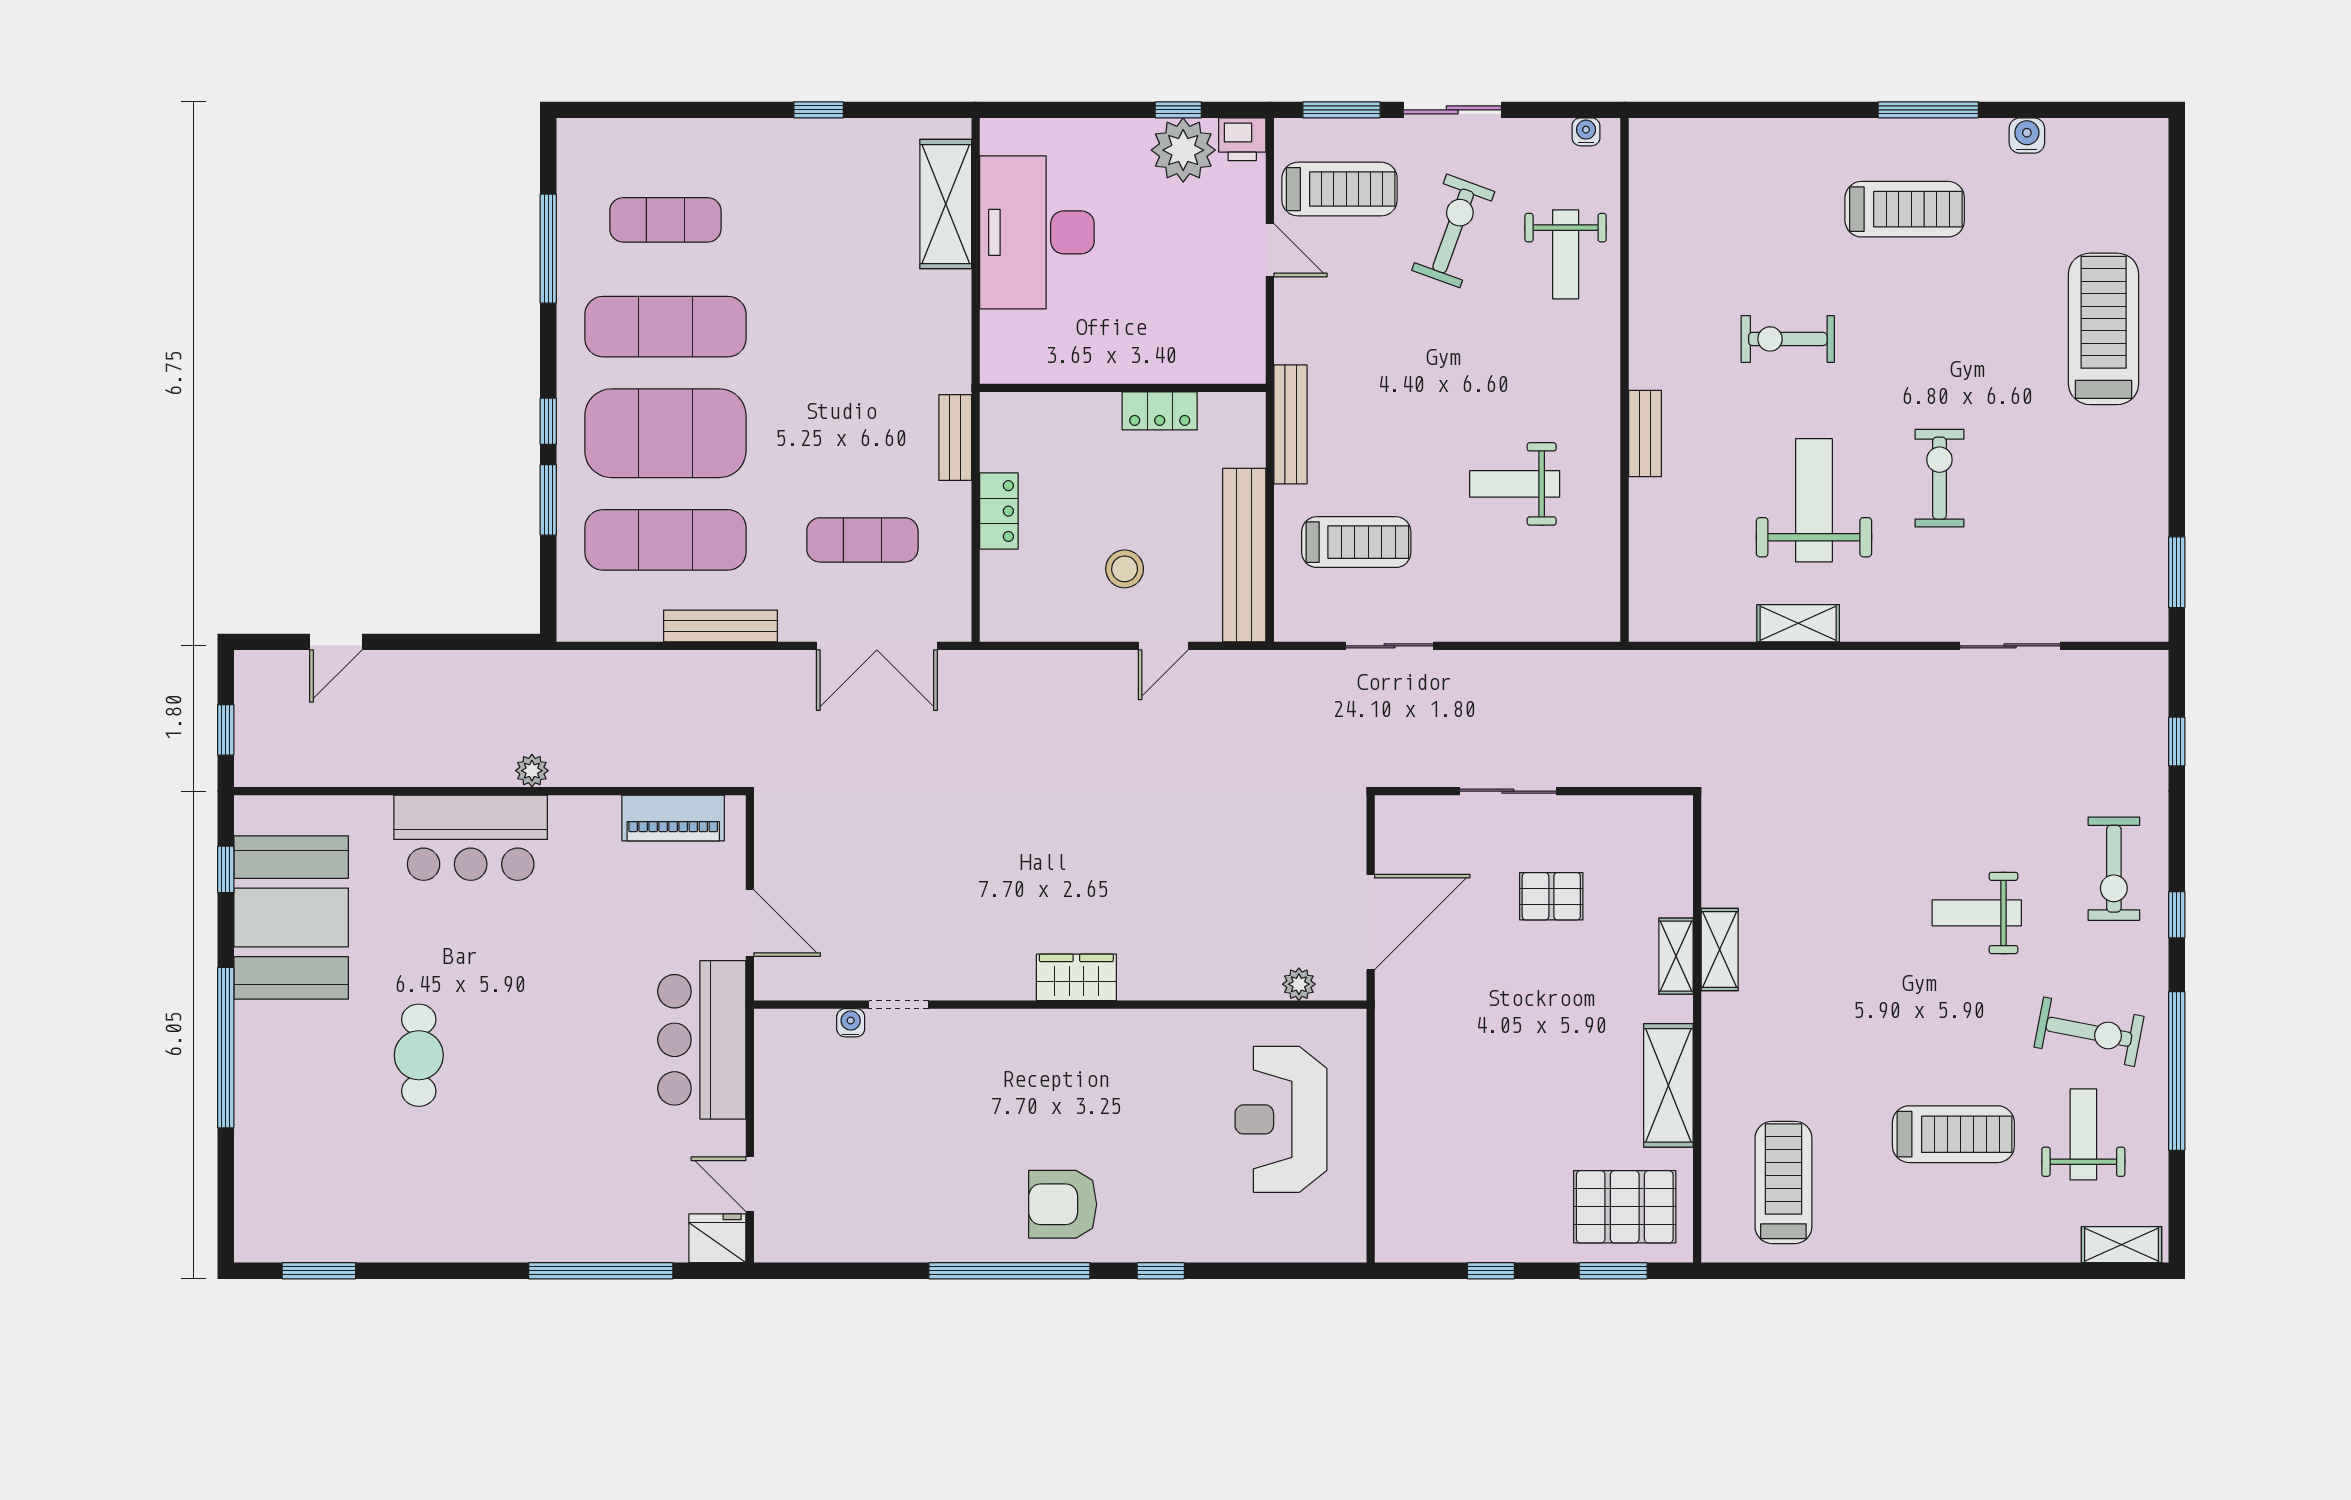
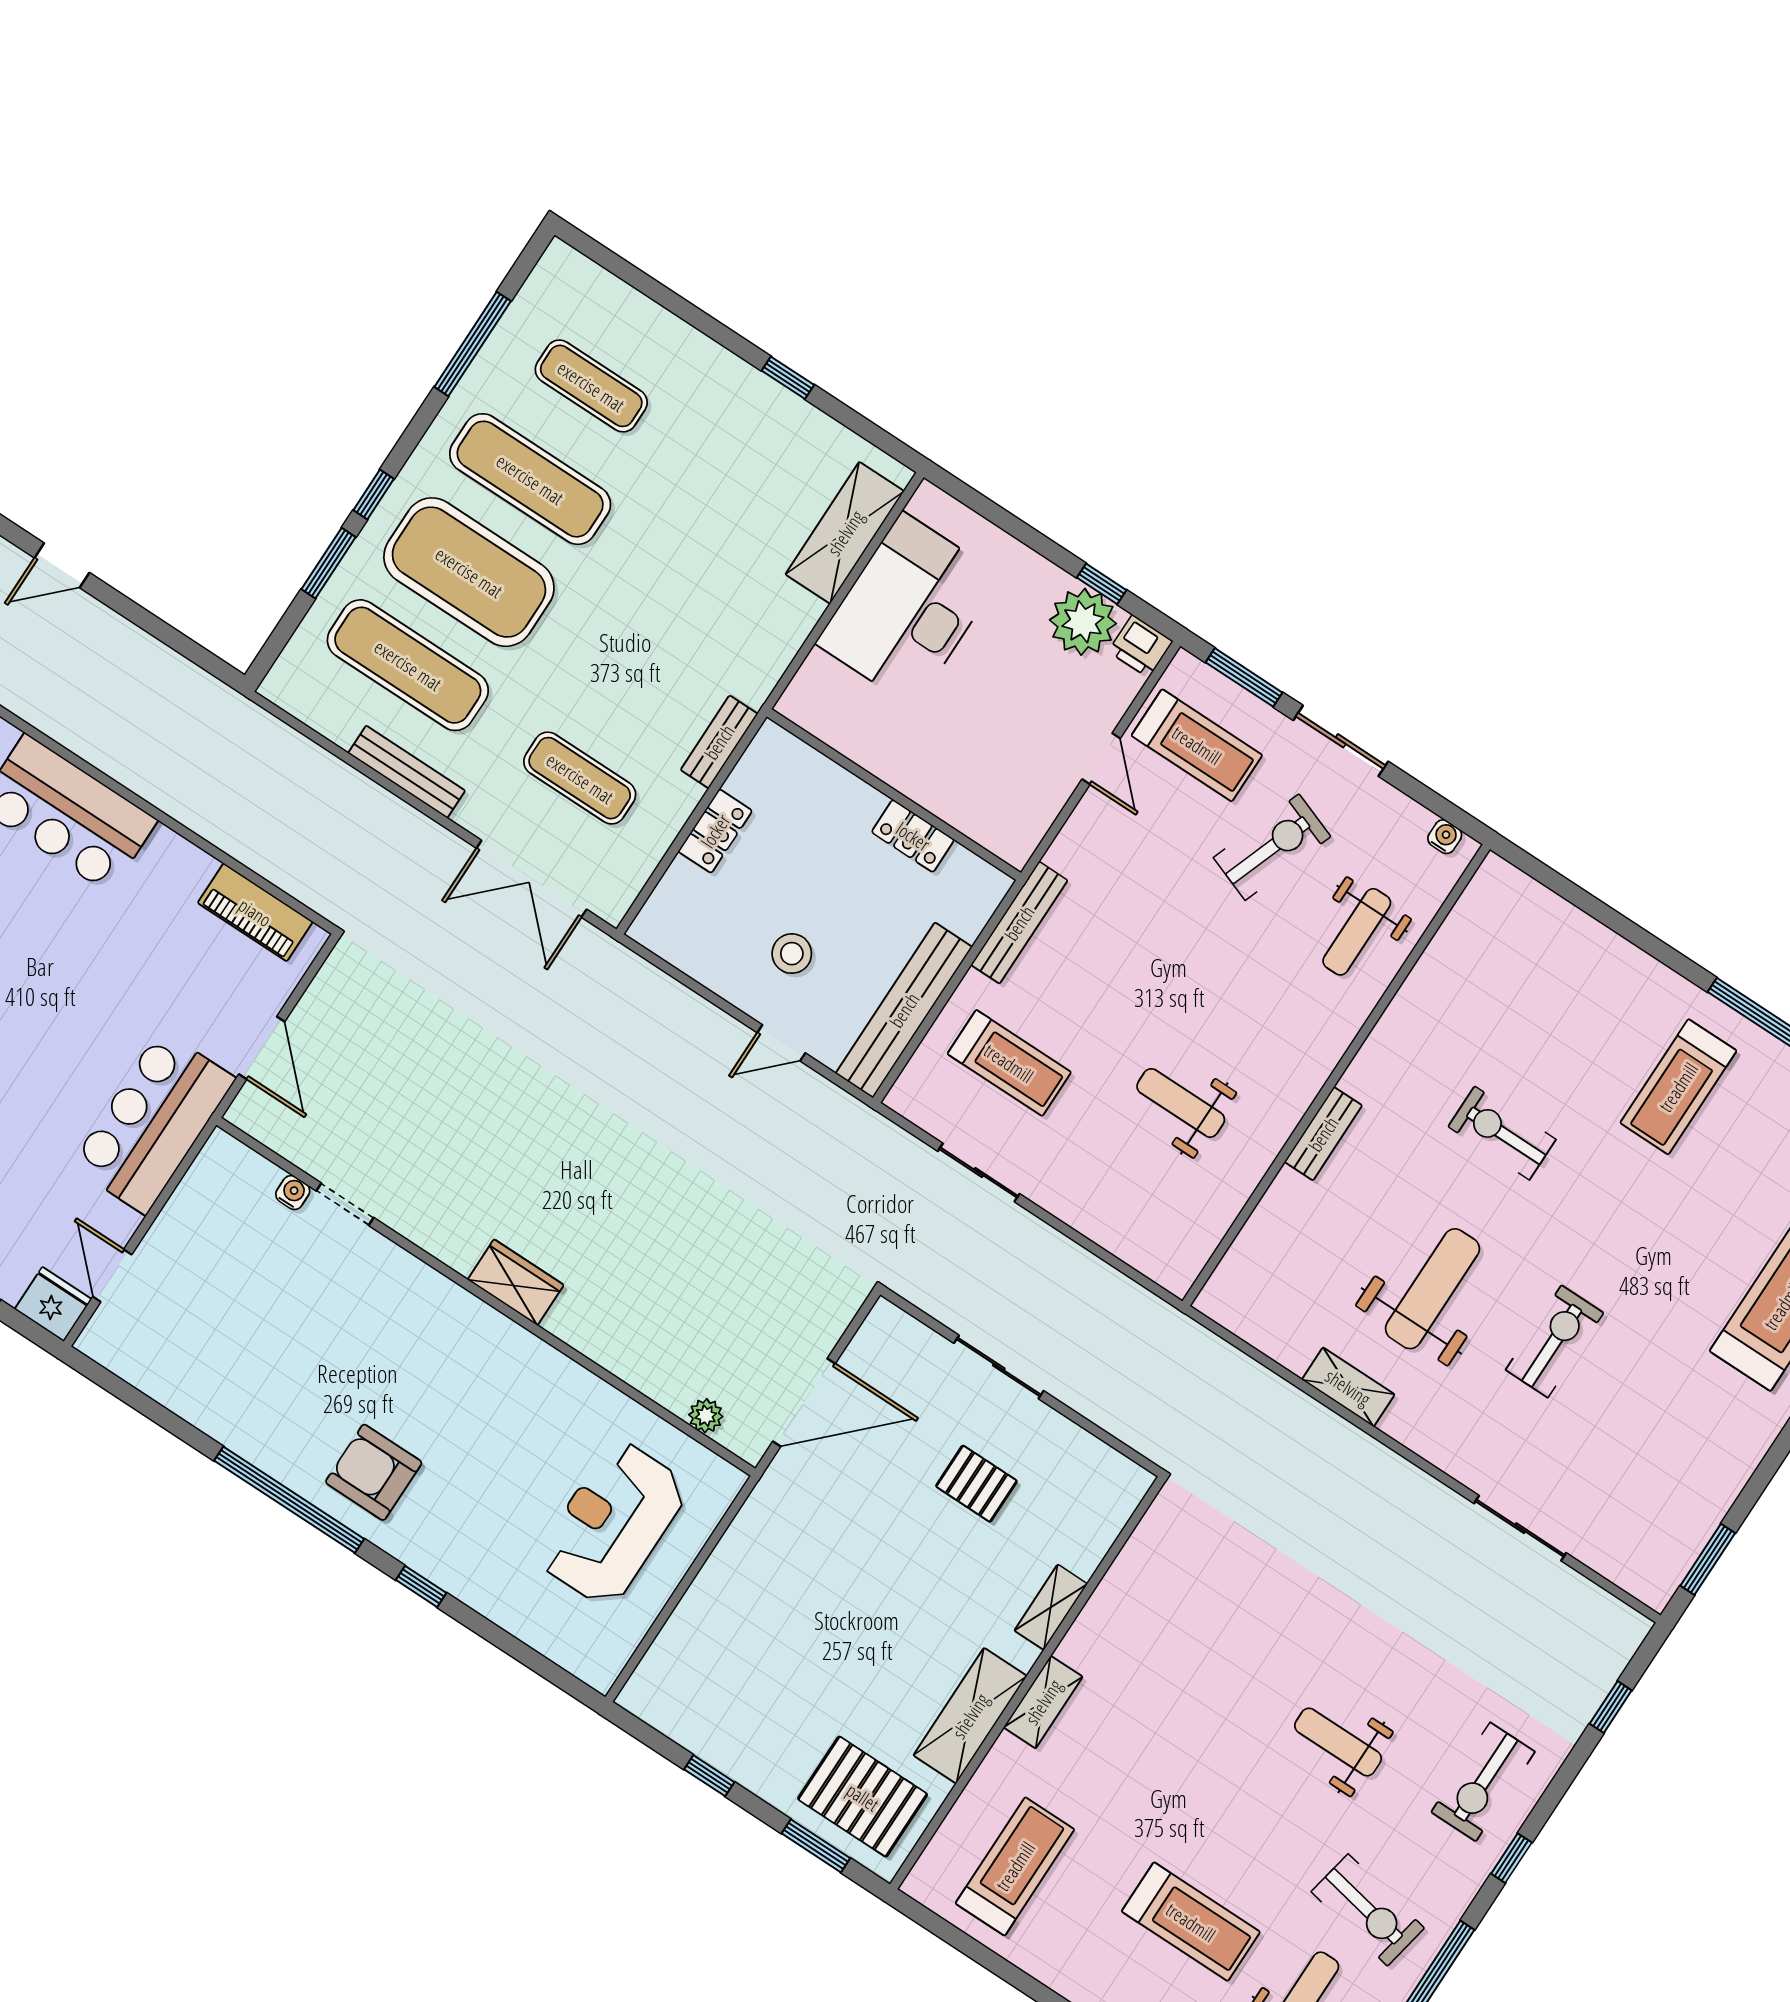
treadmill: (1905, 209) -> (1678, 1087), turned 90
plant: (532, 771) -> (159, 790), removed
shelving: (1720, 950) -> (1043, 1702), moved

